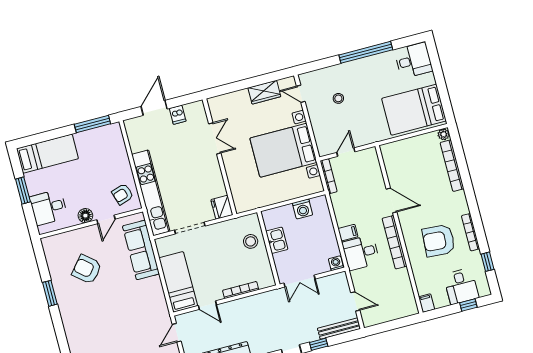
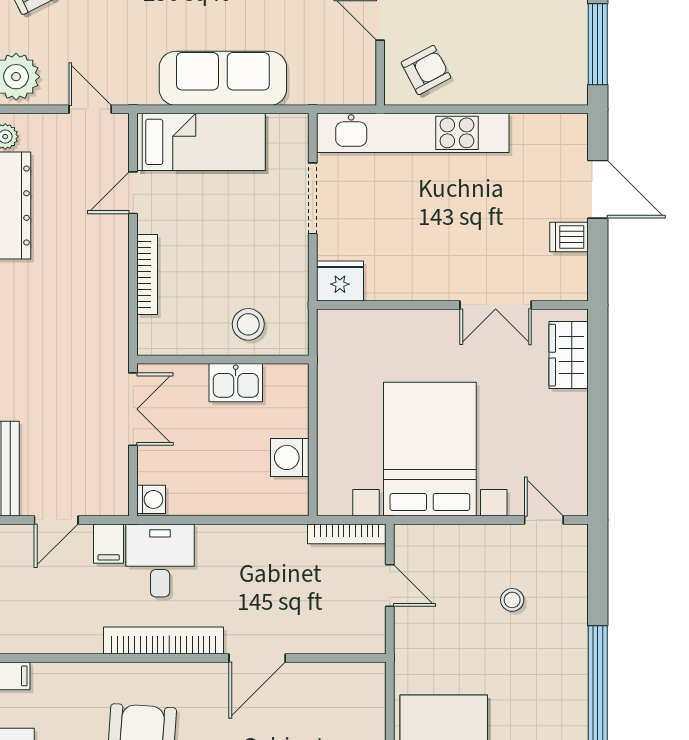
wardrobe: (264, 92) -> (569, 355), moved
door: (301, 94) -> (544, 520), hinge flipped
armchair: (123, 194) -> (426, 70), turned 79
filing cabinet: (348, 233) -> (109, 544), moved
sofa: (141, 250) -> (223, 78), moved
double door: (299, 281) -> (133, 409), swing flipped

